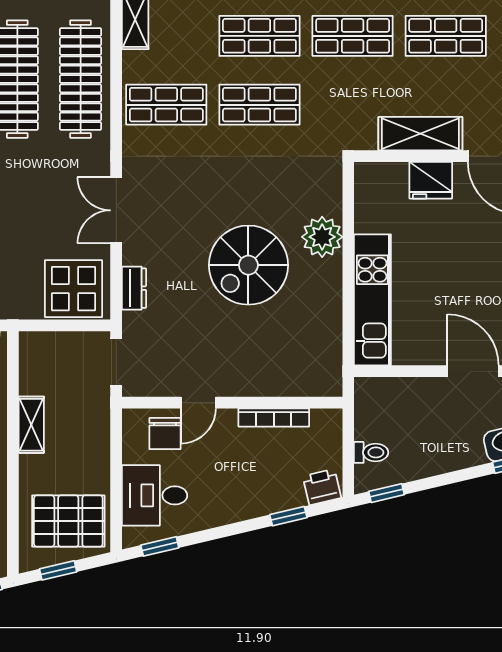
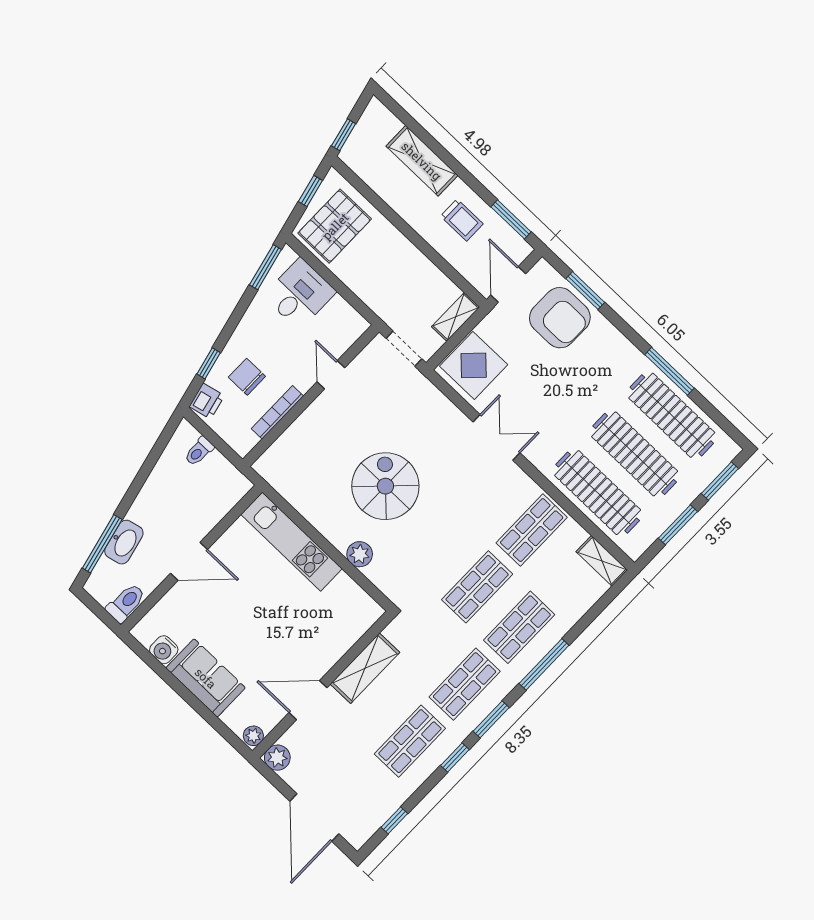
fridge: (431, 180) -> (330, 647), removed
plant: (322, 237) -> (360, 554), width x0.73, depth x0.73
dresser: (134, 288) -> (438, 403), removed
shelving: (31, 425) -> (456, 317), moved, turned 90
chair: (165, 434) -> (247, 377), moved
window: (386, 493) -> (165, 437), removed
window: (160, 546) -> (265, 267), width x1.50

